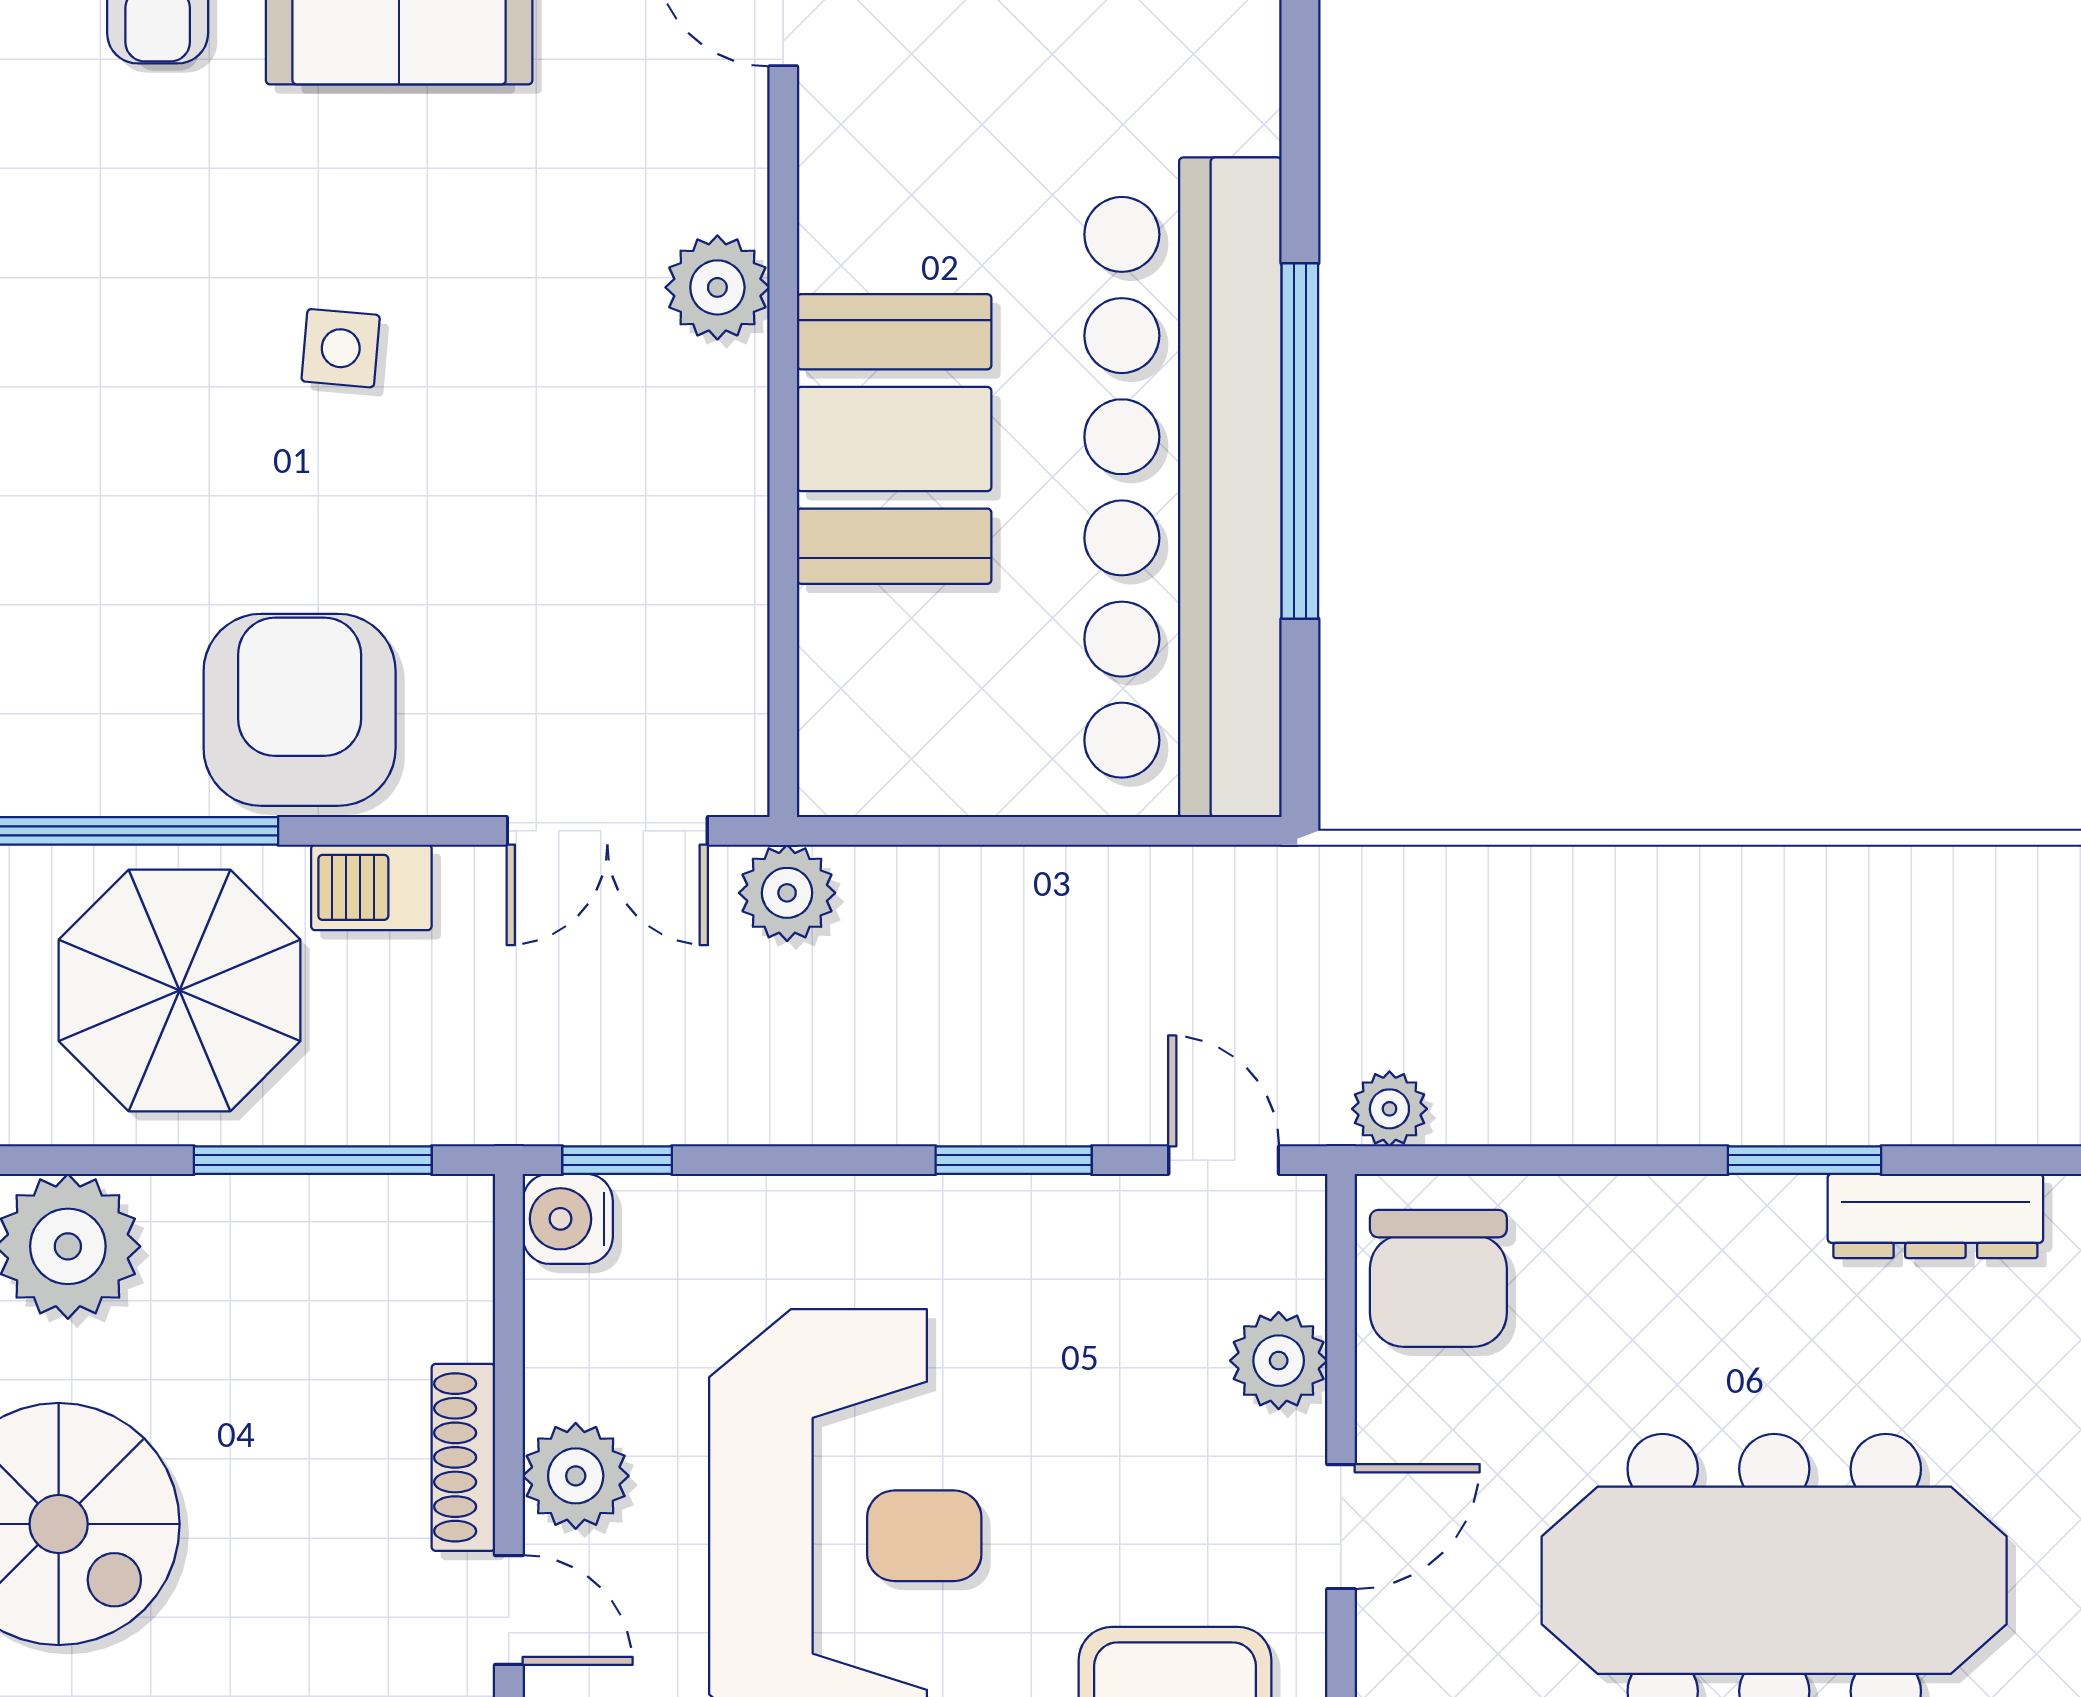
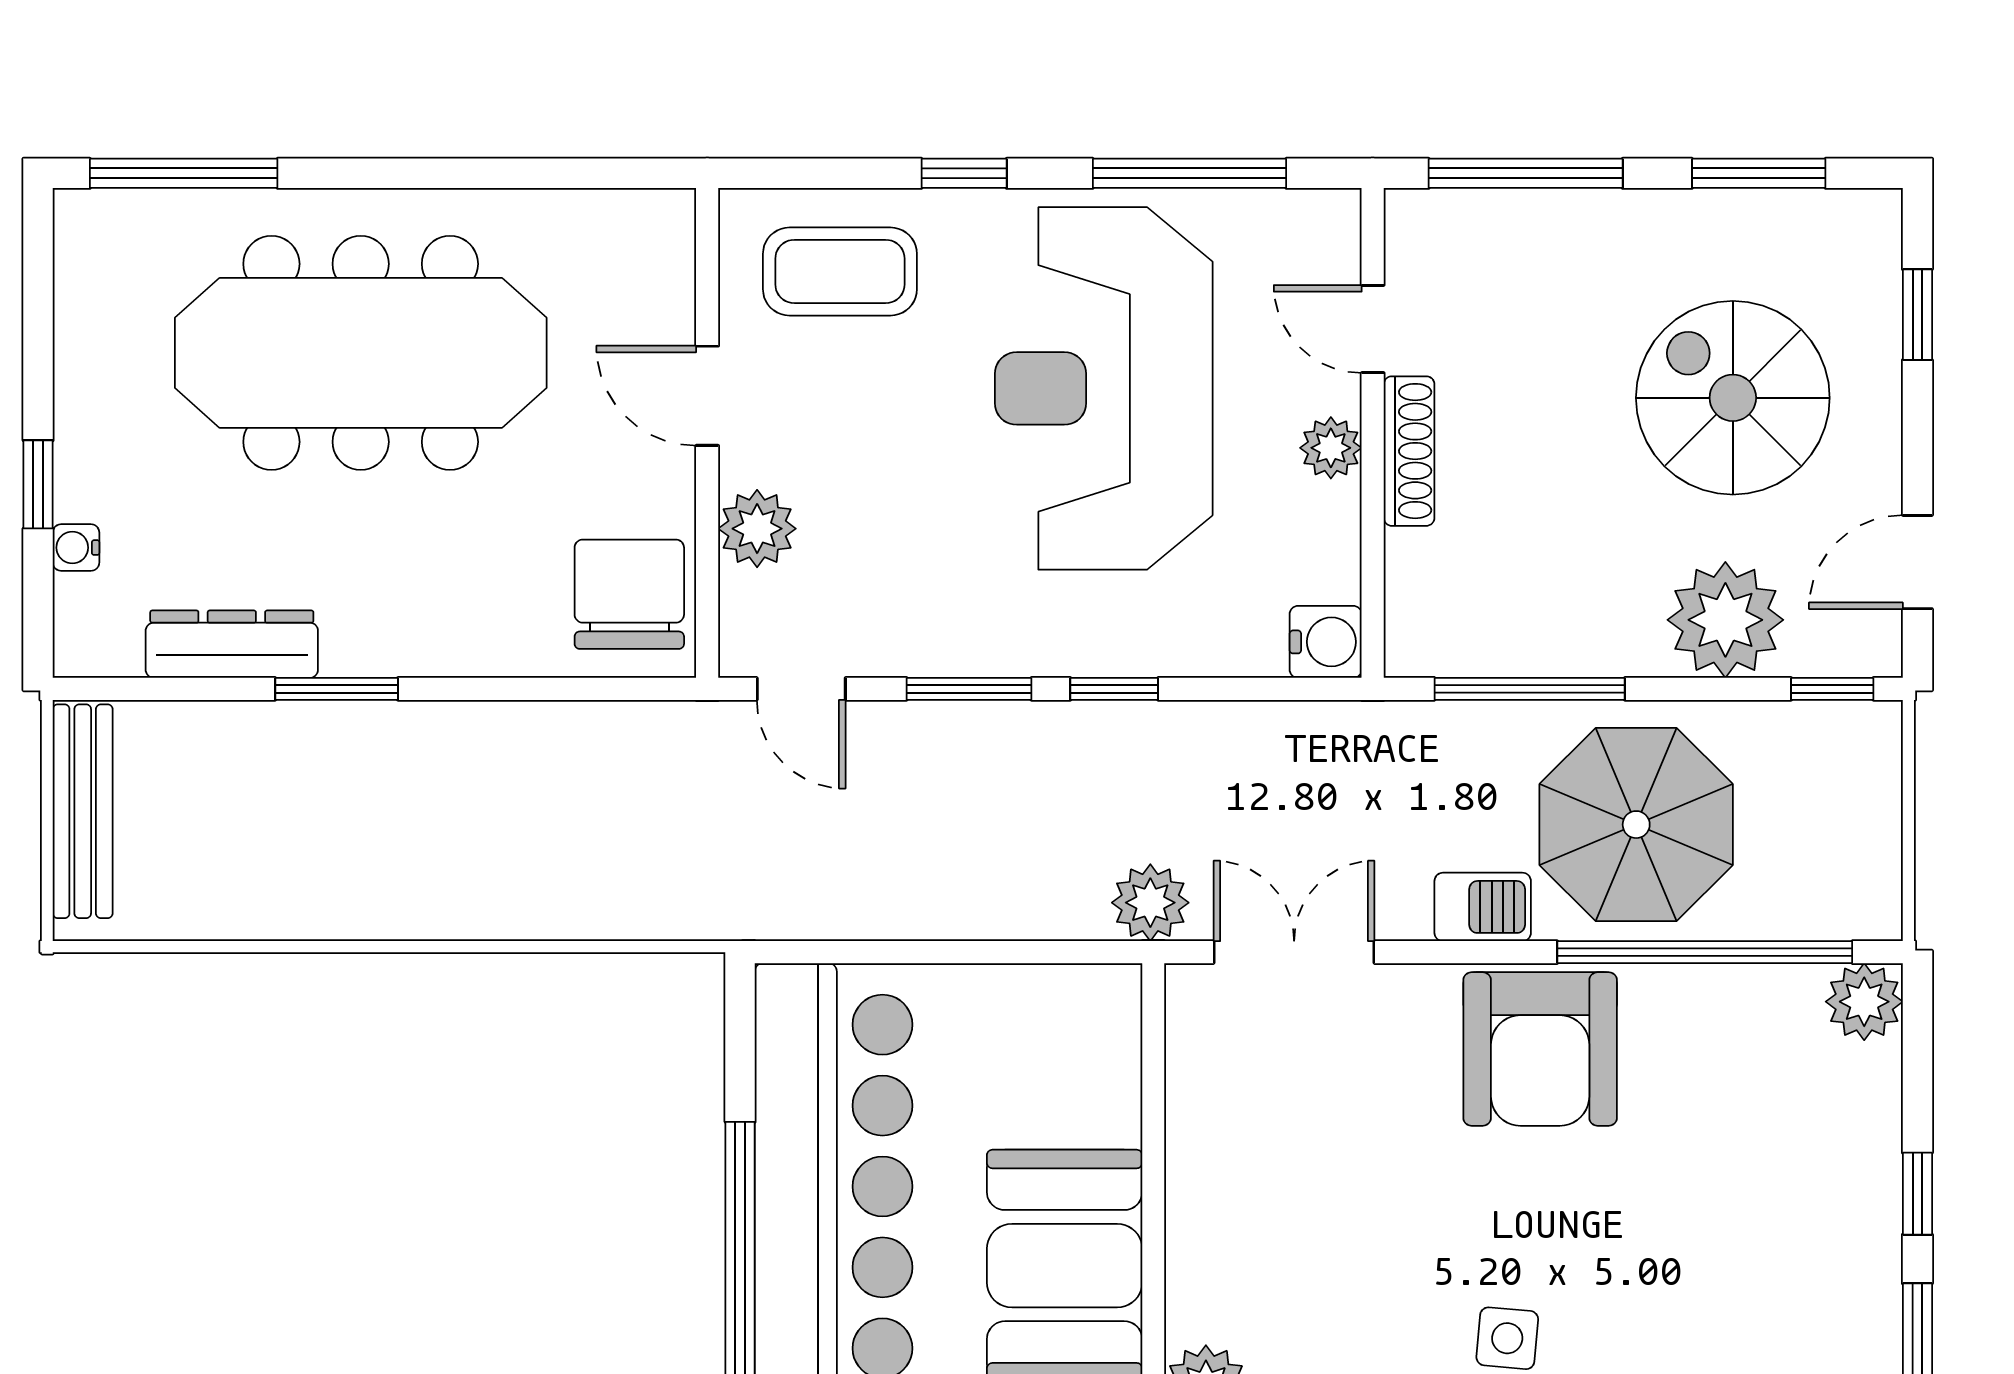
plant: (1389, 1109) -> (668, 730), removed
window: (617, 1160) -> (1114, 689), moved
plant: (576, 1476) -> (1331, 448), width x0.73, depth x0.73
door: (1341, 1527) -> (707, 396), hinge flipped

